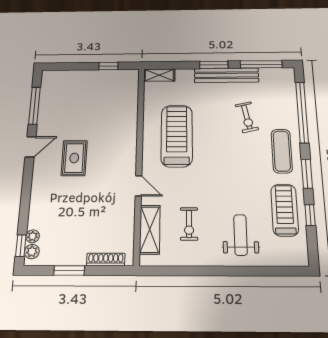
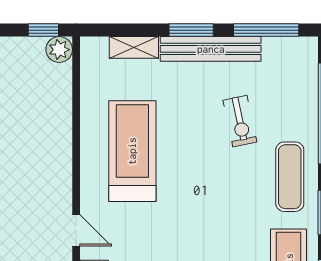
window: (108, 66) -> (43, 30), moved
shelving: (159, 75) -> (134, 47), moved
plant: (131, 77) -> (59, 50), added

